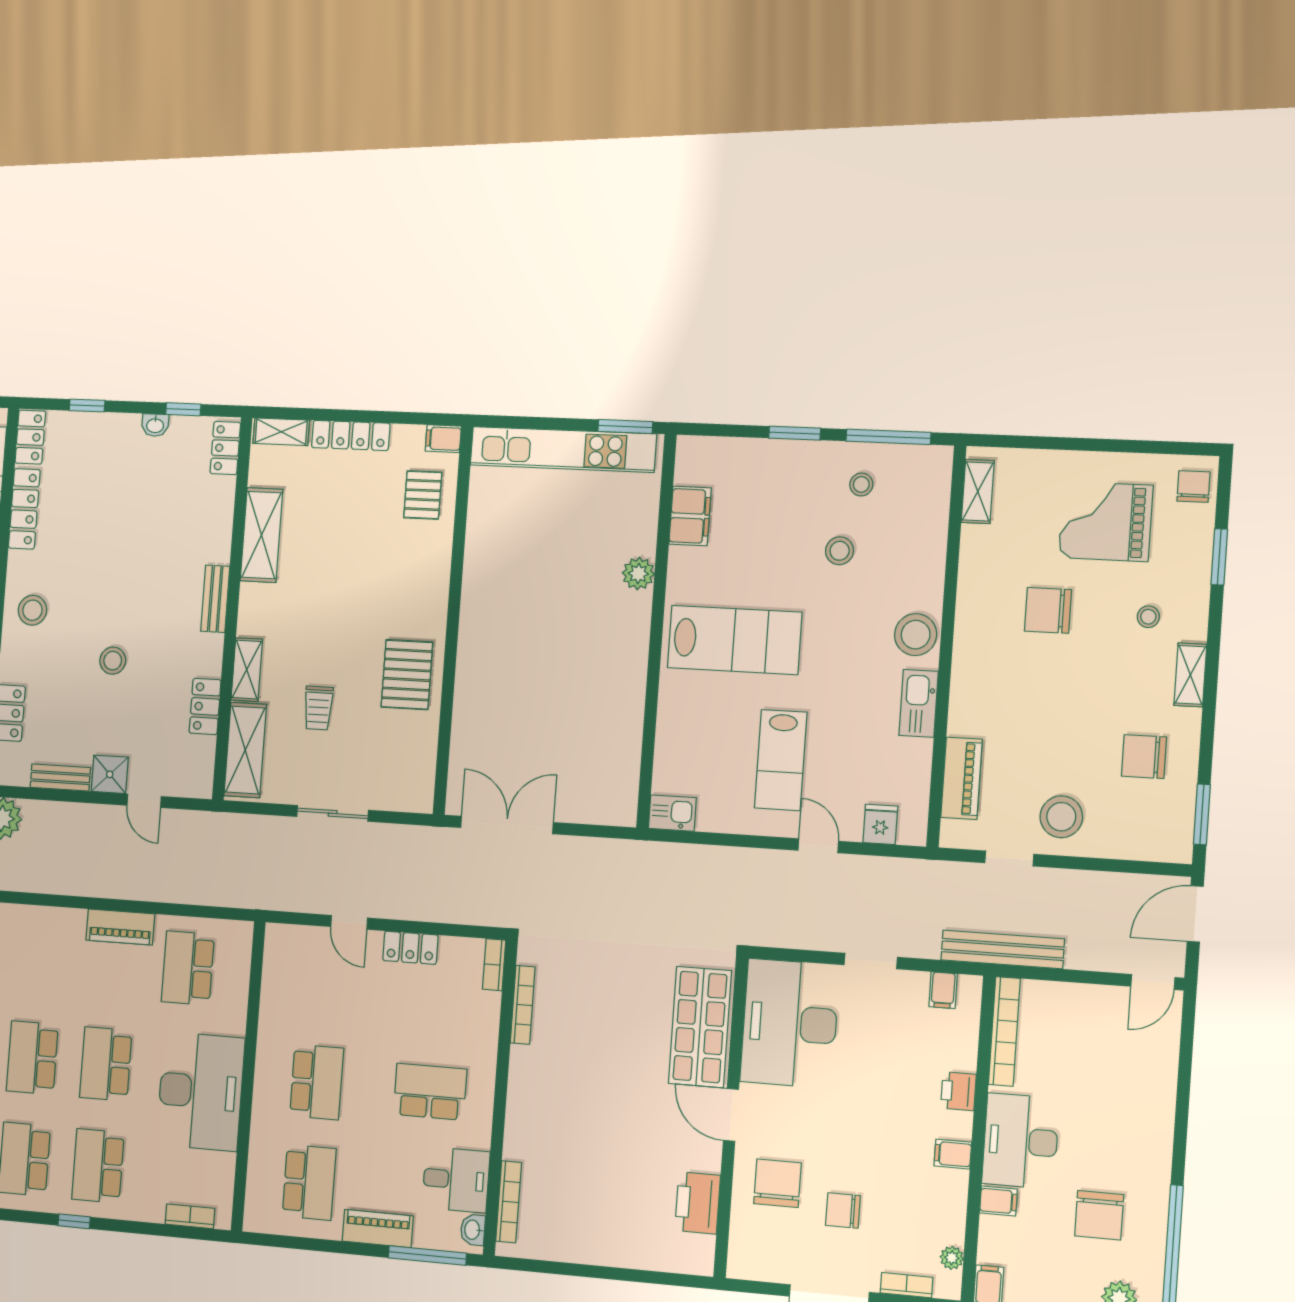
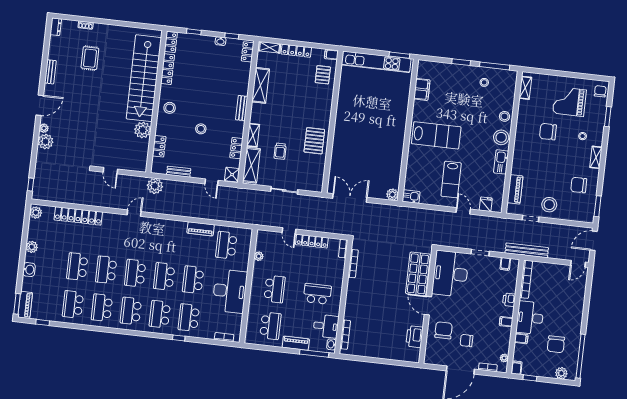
stool: (840, 551) -> (505, 116), moved
plant: (638, 574) -> (392, 194), moved
shower: (110, 774) -> (232, 175), moved
locker: (410, 948) -> (312, 241), width x1.53
plant: (272, 994) -> (259, 256), added

